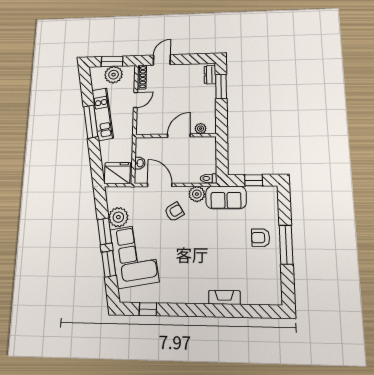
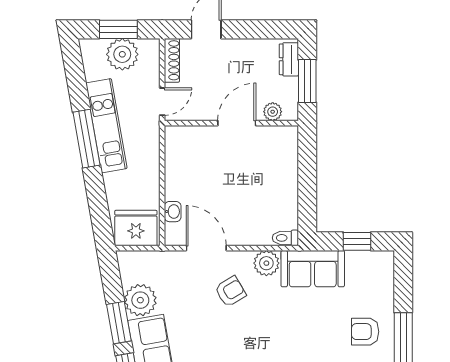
plant: (201, 129) -> (273, 112), moved
wall: (176, 136) -> (231, 123), moved
door: (179, 136) -> (237, 123), moved

